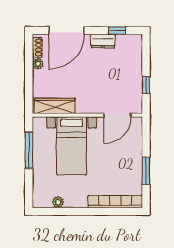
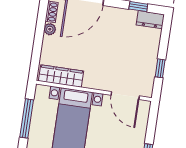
dresser: (103, 41) -> (150, 20), moved
door: (117, 115) -> (125, 96), hinge flipped

